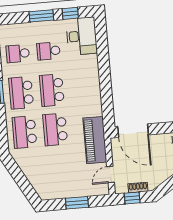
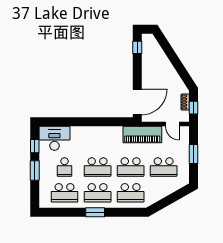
school desk: (18, 54) -> (65, 193), width x1.85
school desk: (59, 169) -> (164, 167), added

